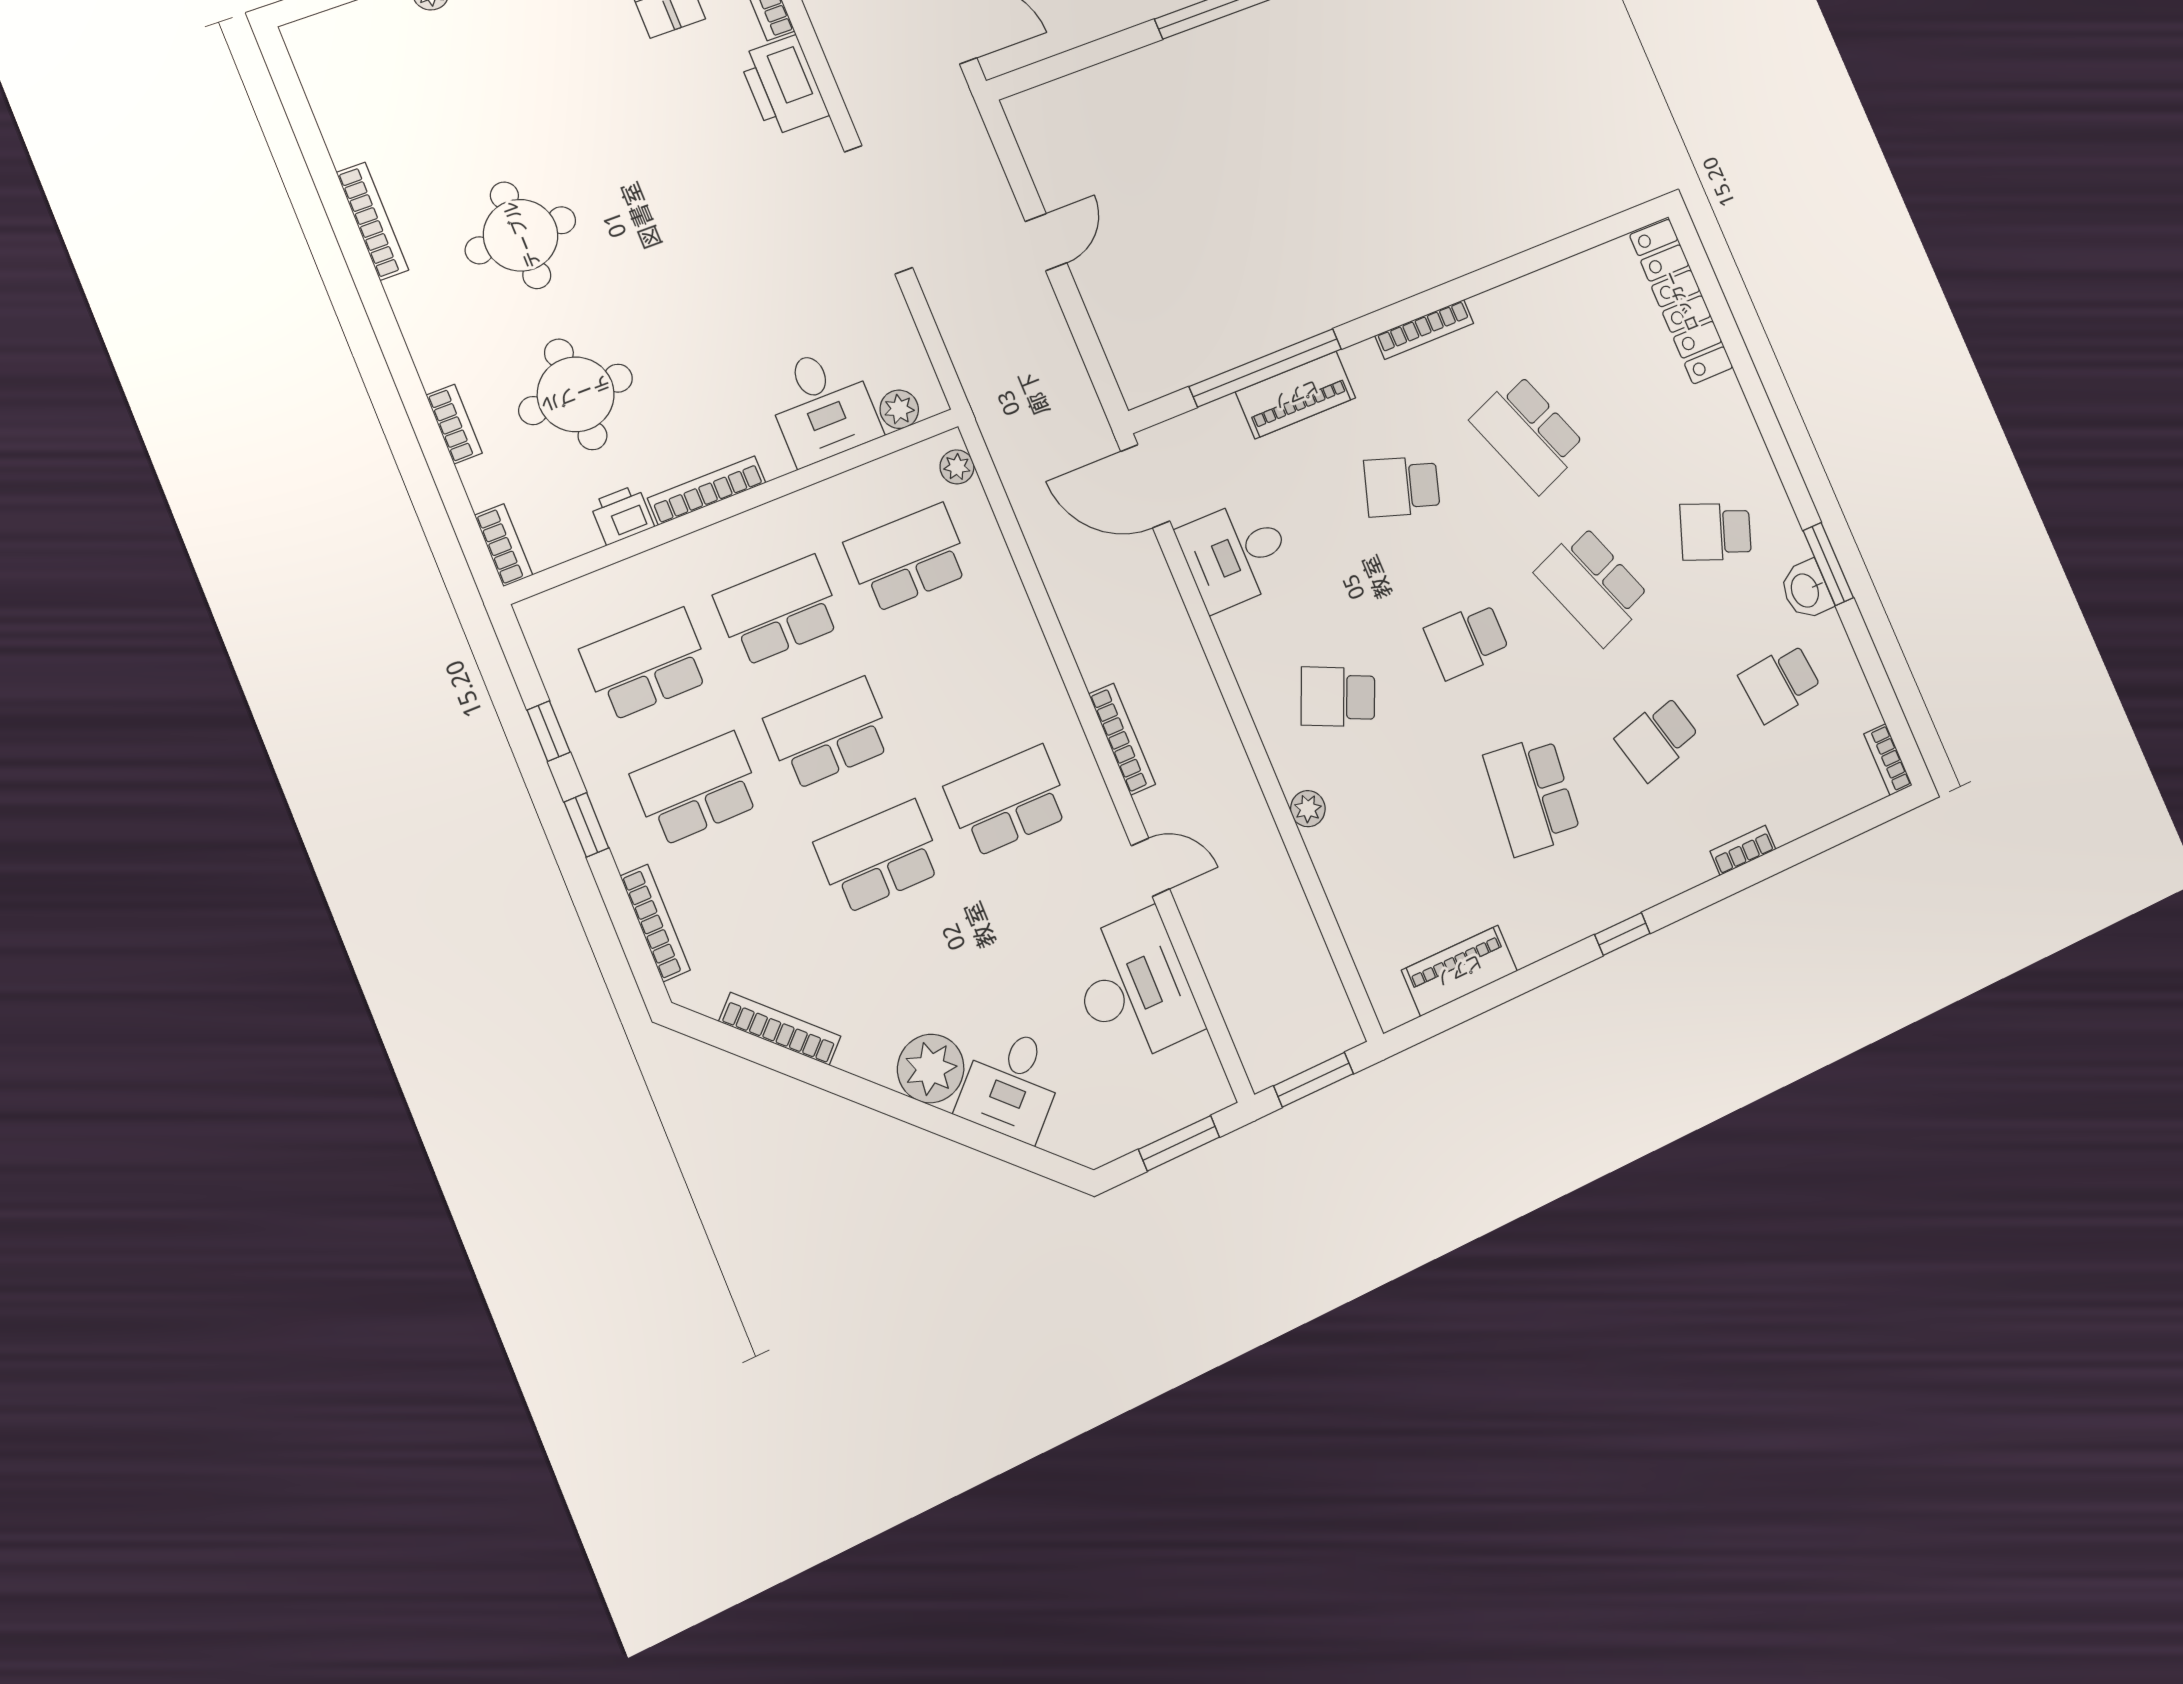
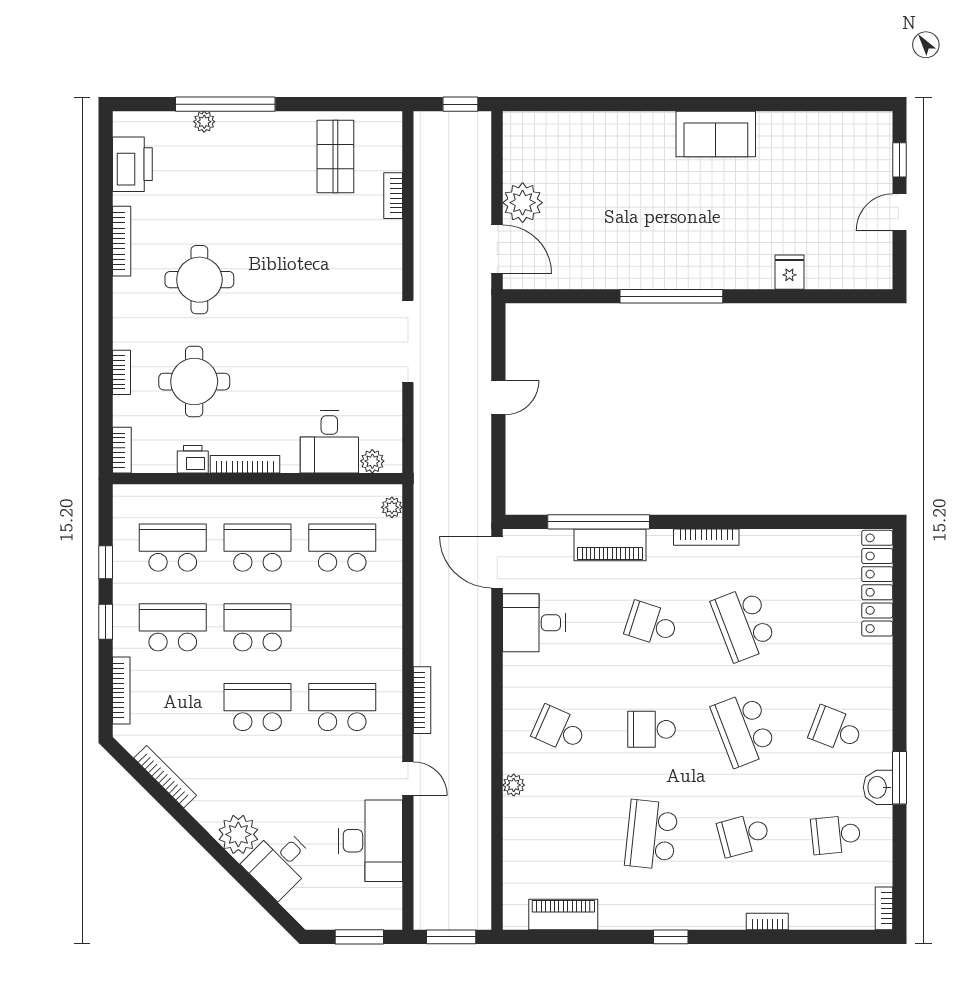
printer: (783, 85) -> (132, 164), moved, turned 180

